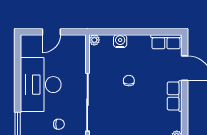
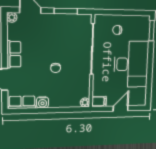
filing cabinet: (78, 41) -> (99, 101), added
water cooler: (120, 41) -> (43, 102), moved

